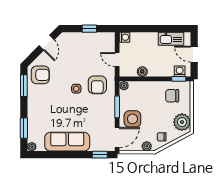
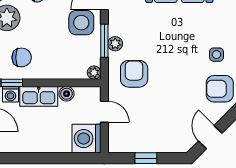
washing machine: (125, 37) -> (86, 139), width x1.89, depth x1.89
kitchen sink: (171, 39) -> (39, 96), moved, turned 180
side table: (76, 89) -> (217, 55), moved
plant: (110, 105) -> (115, 44), added

